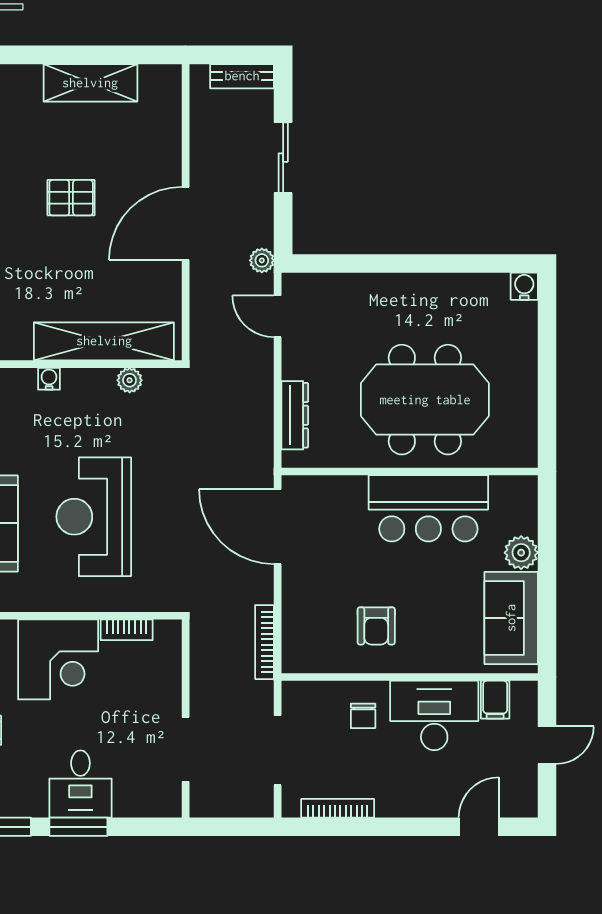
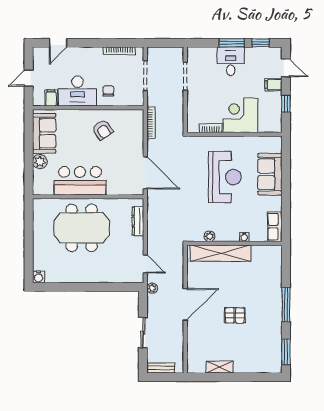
shelving: (90, 83) -> (220, 367), width x0.67, depth x0.75
armchair: (376, 626) -> (103, 130), turned 146

